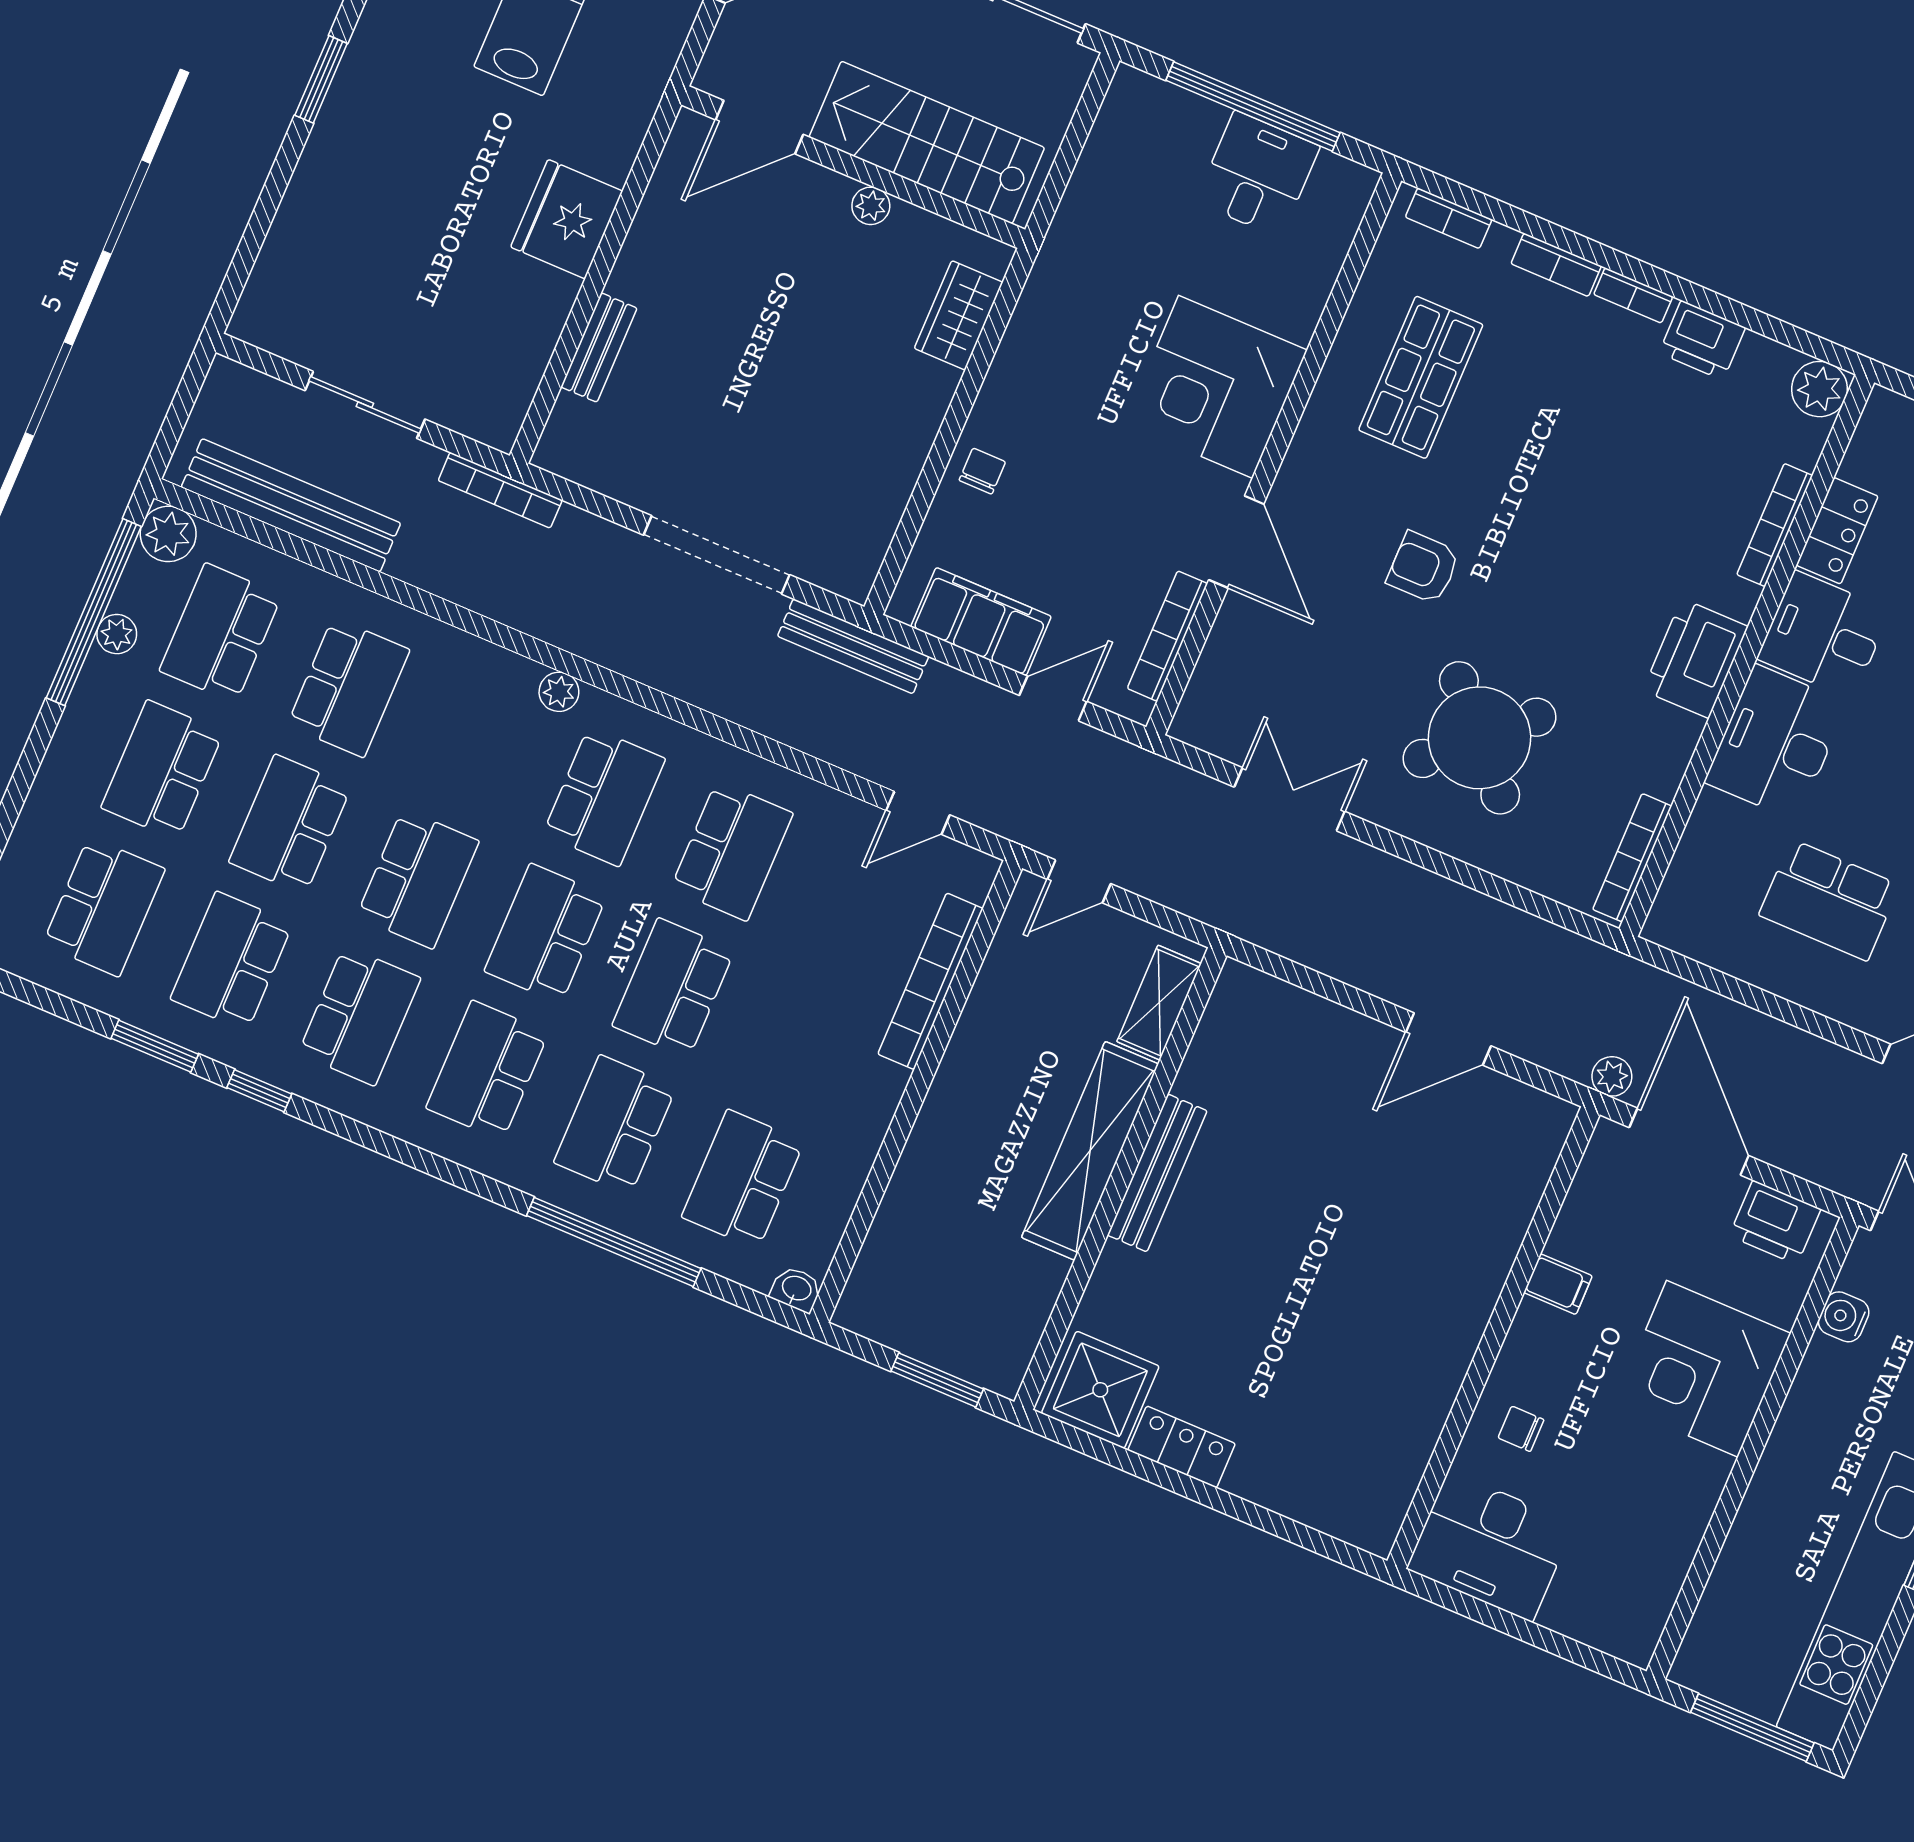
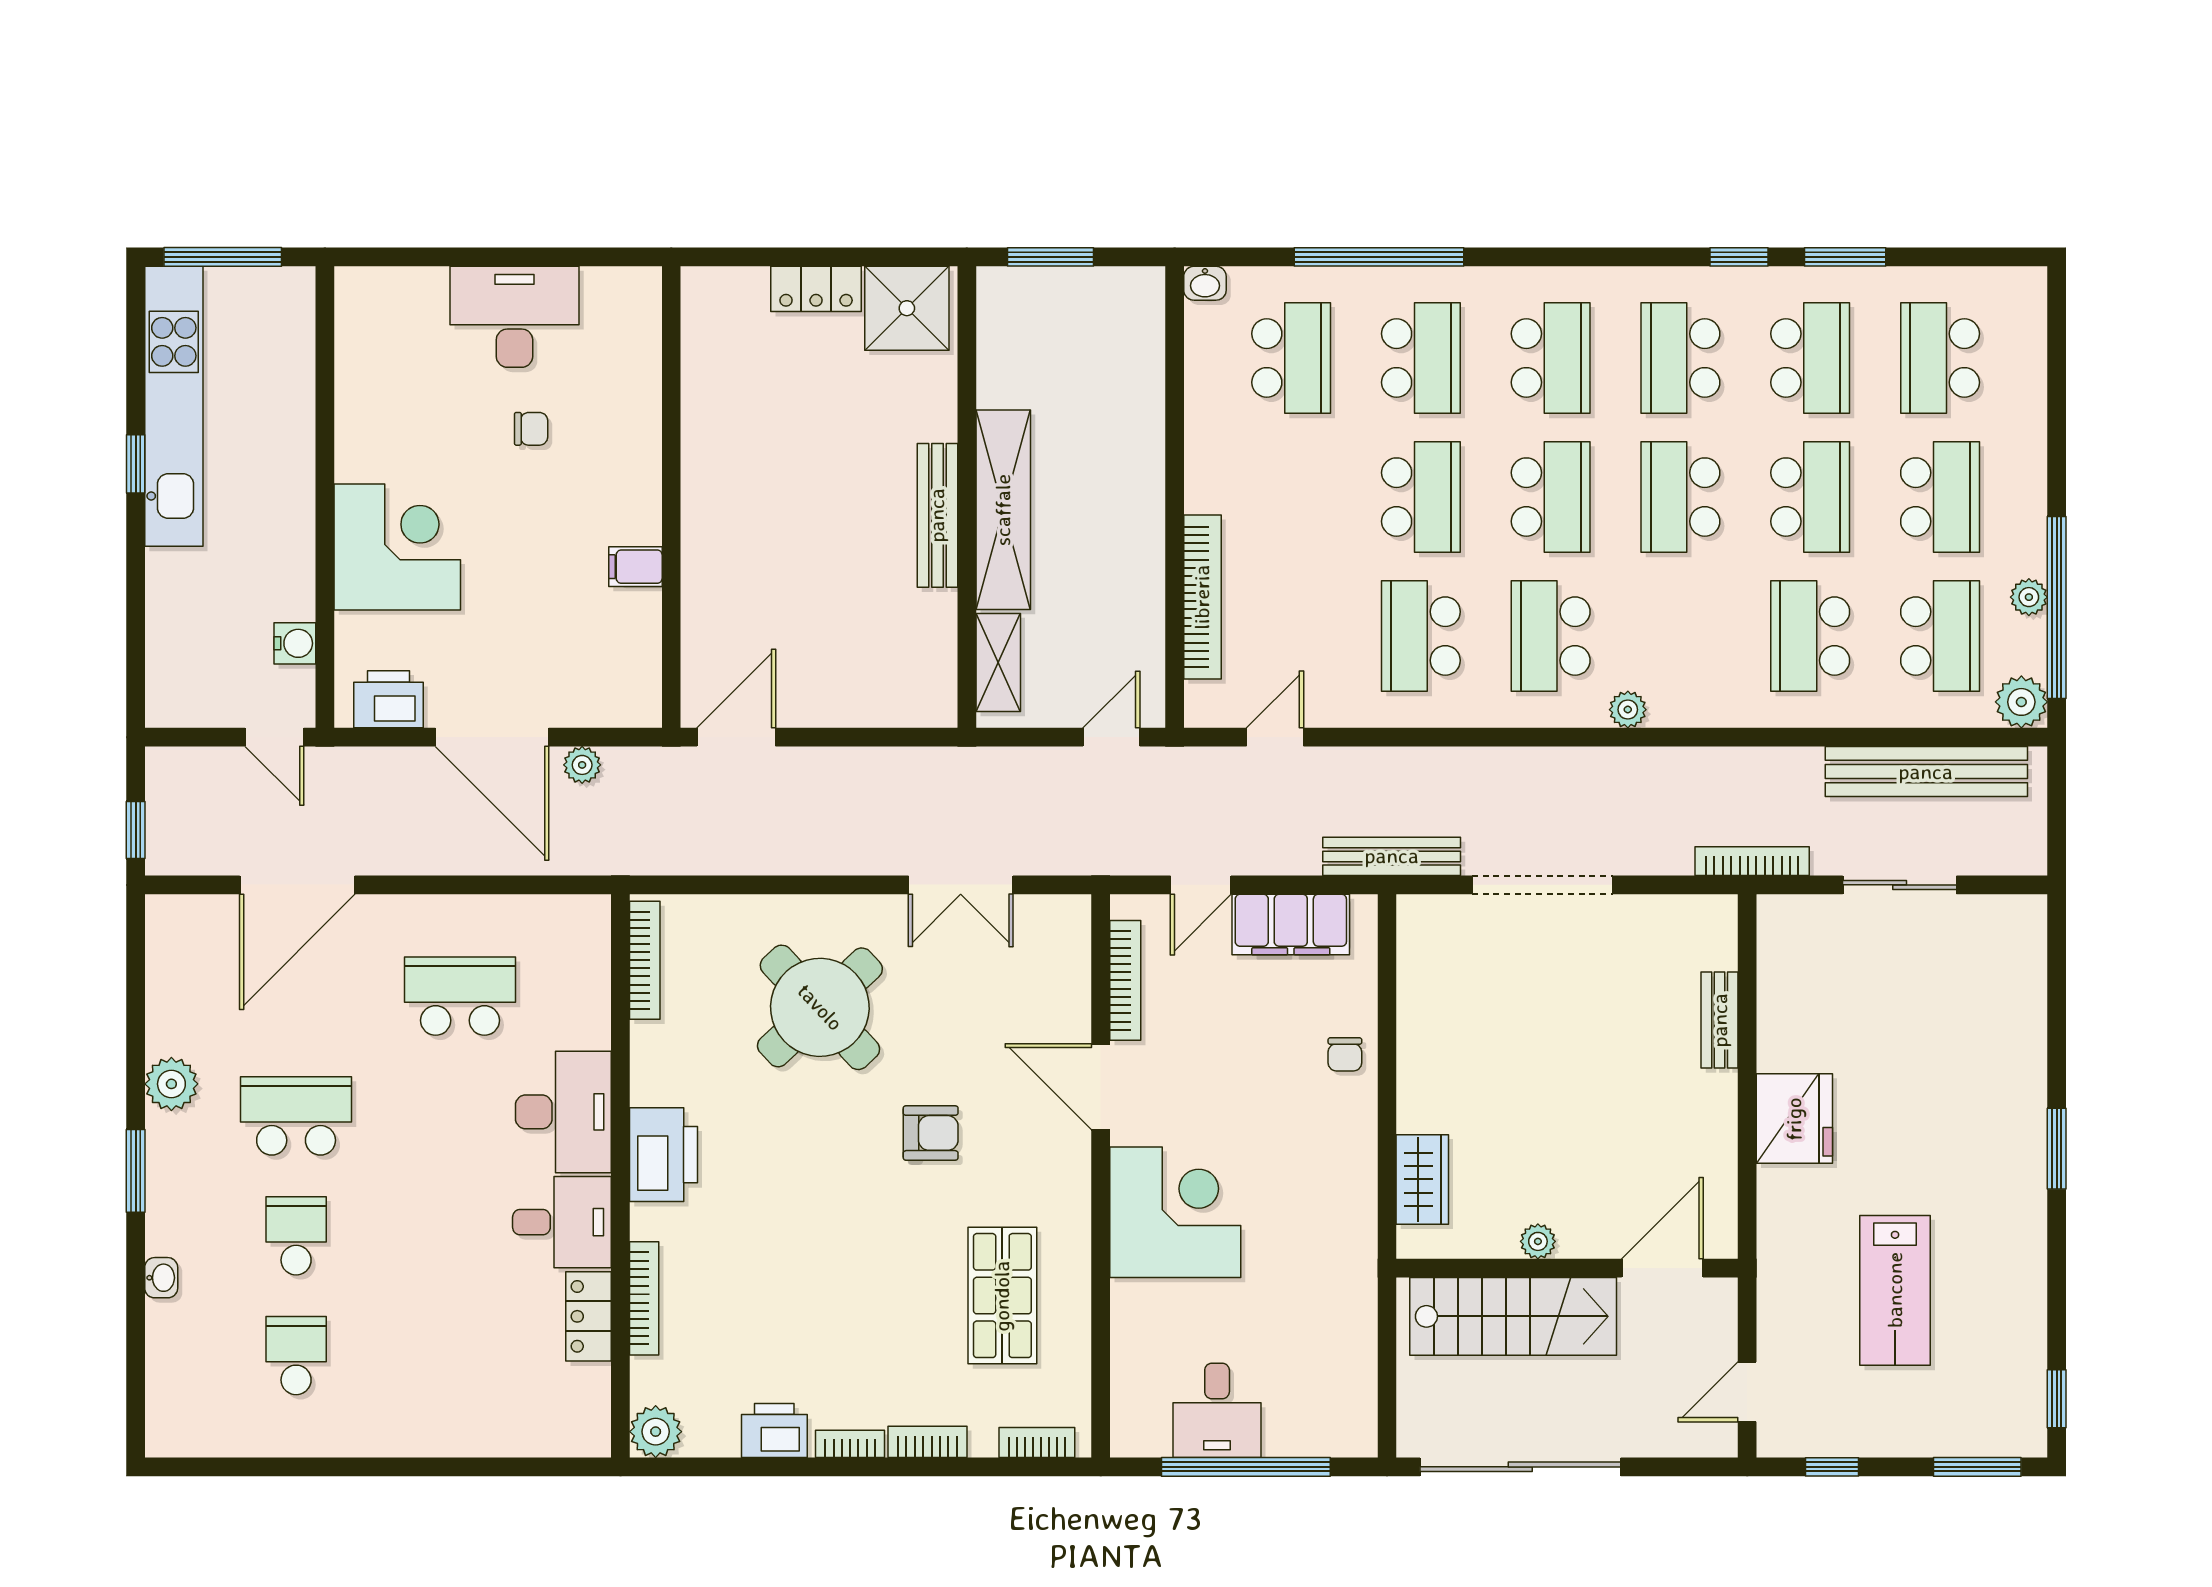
filing cabinet: (1558, 1284) -> (635, 567), moved
wall: (1493, 1338) -> (671, 497), moved

